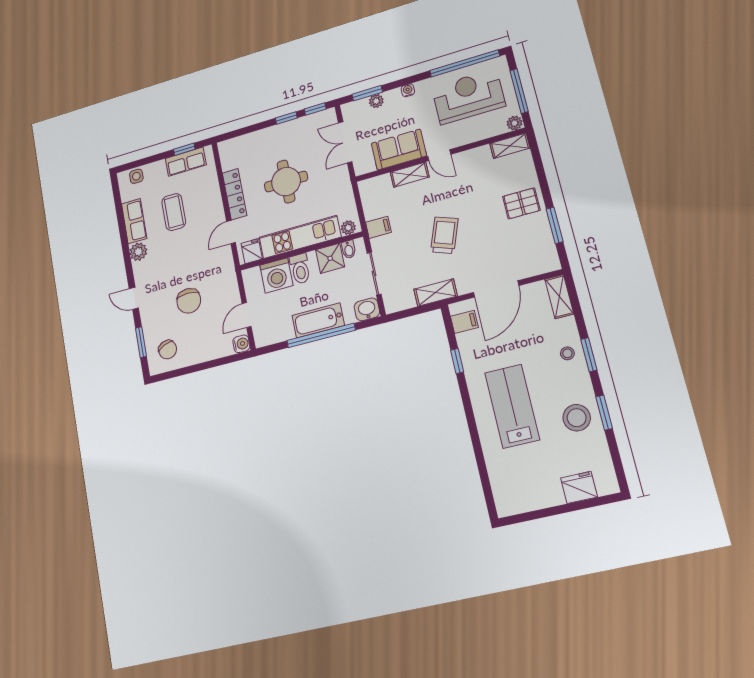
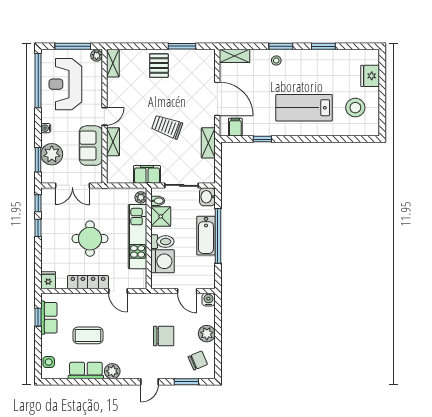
plant: (376, 101) -> (52, 154), width x1.88, depth x1.88
filing cabinet: (378, 227) -> (147, 174), width x2.00
fridge: (252, 251) -> (48, 280), moved, turned 90
plant: (201, 352) -> (207, 334), added
stool: (577, 418) -> (355, 108), moved

